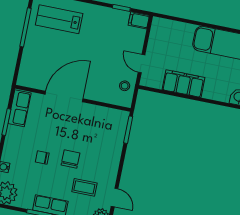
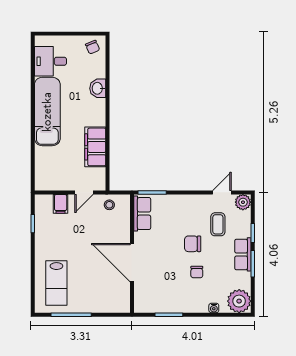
filing cabinet: (139, 20) -> (61, 204), moved
row of seats: (19, 108) -> (142, 214), moved, turned 90

